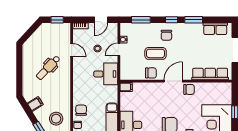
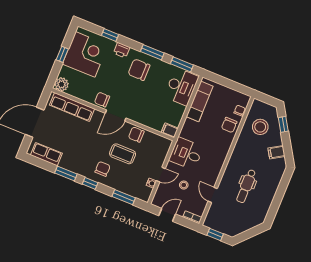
dental chair: (48, 68) -> (246, 186), turned 136
plant: (226, 88) -> (61, 84), added

